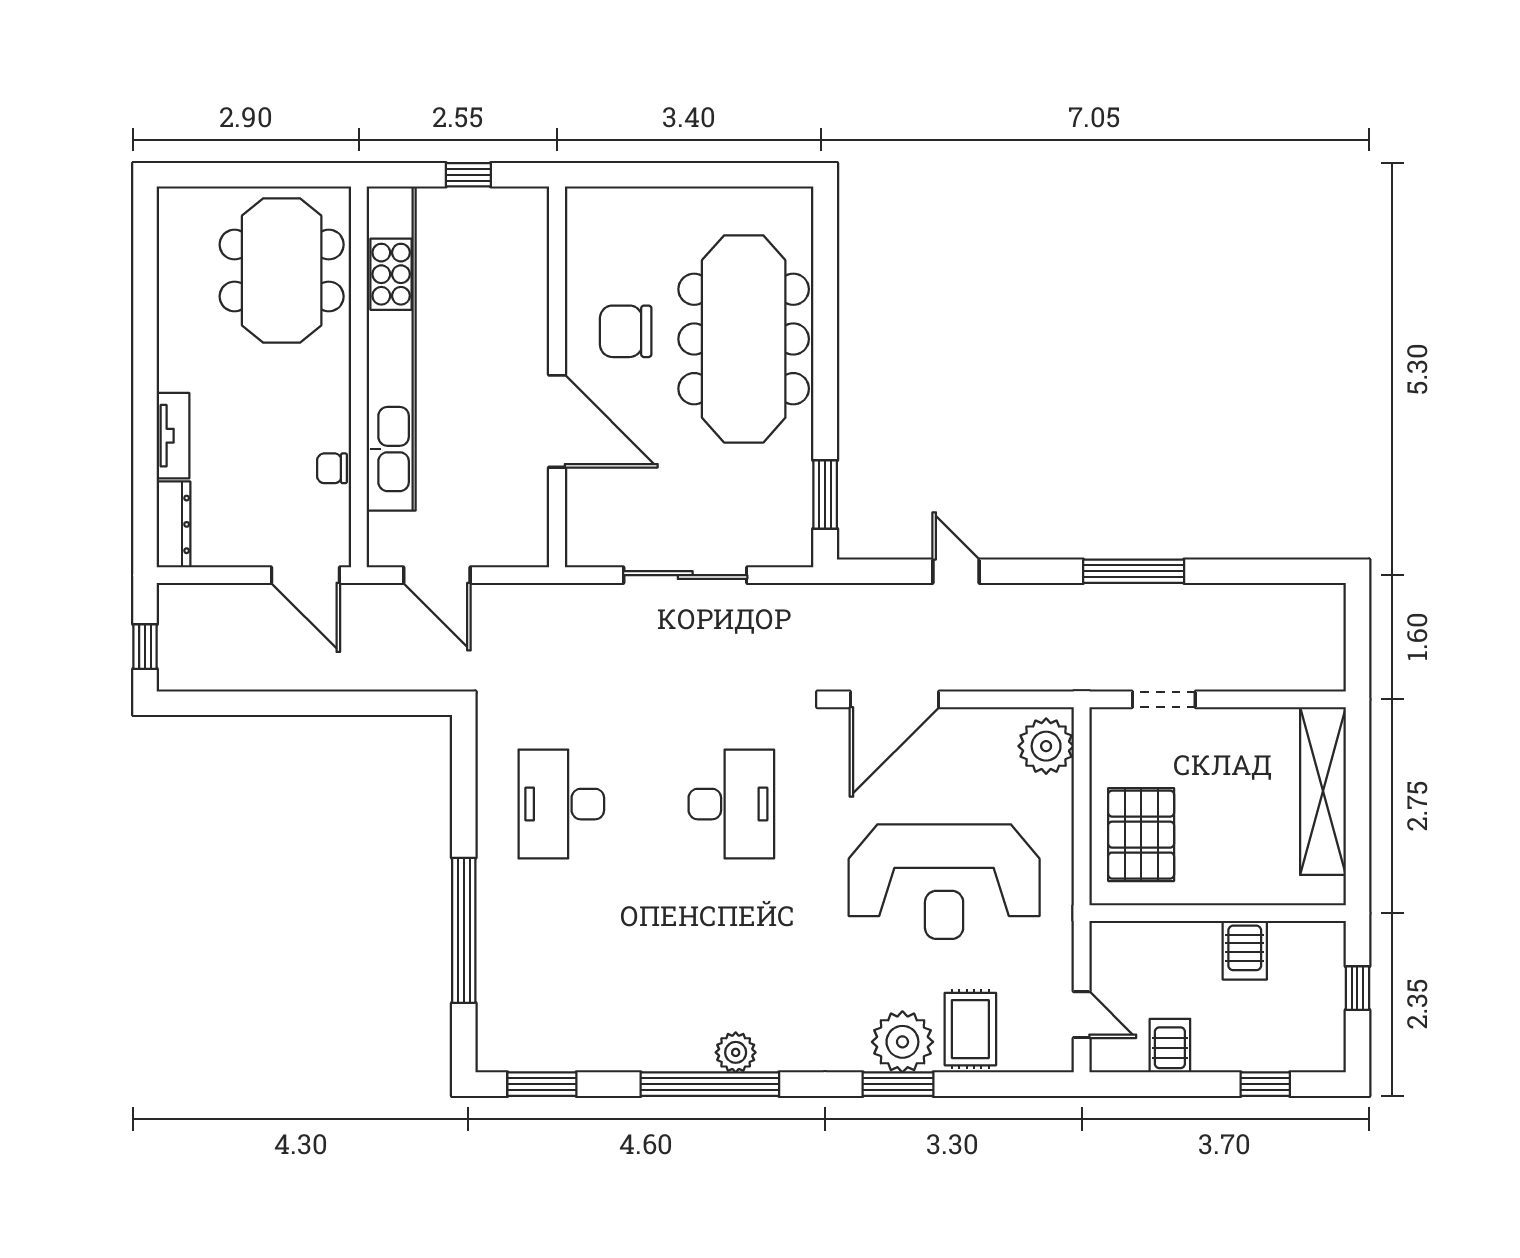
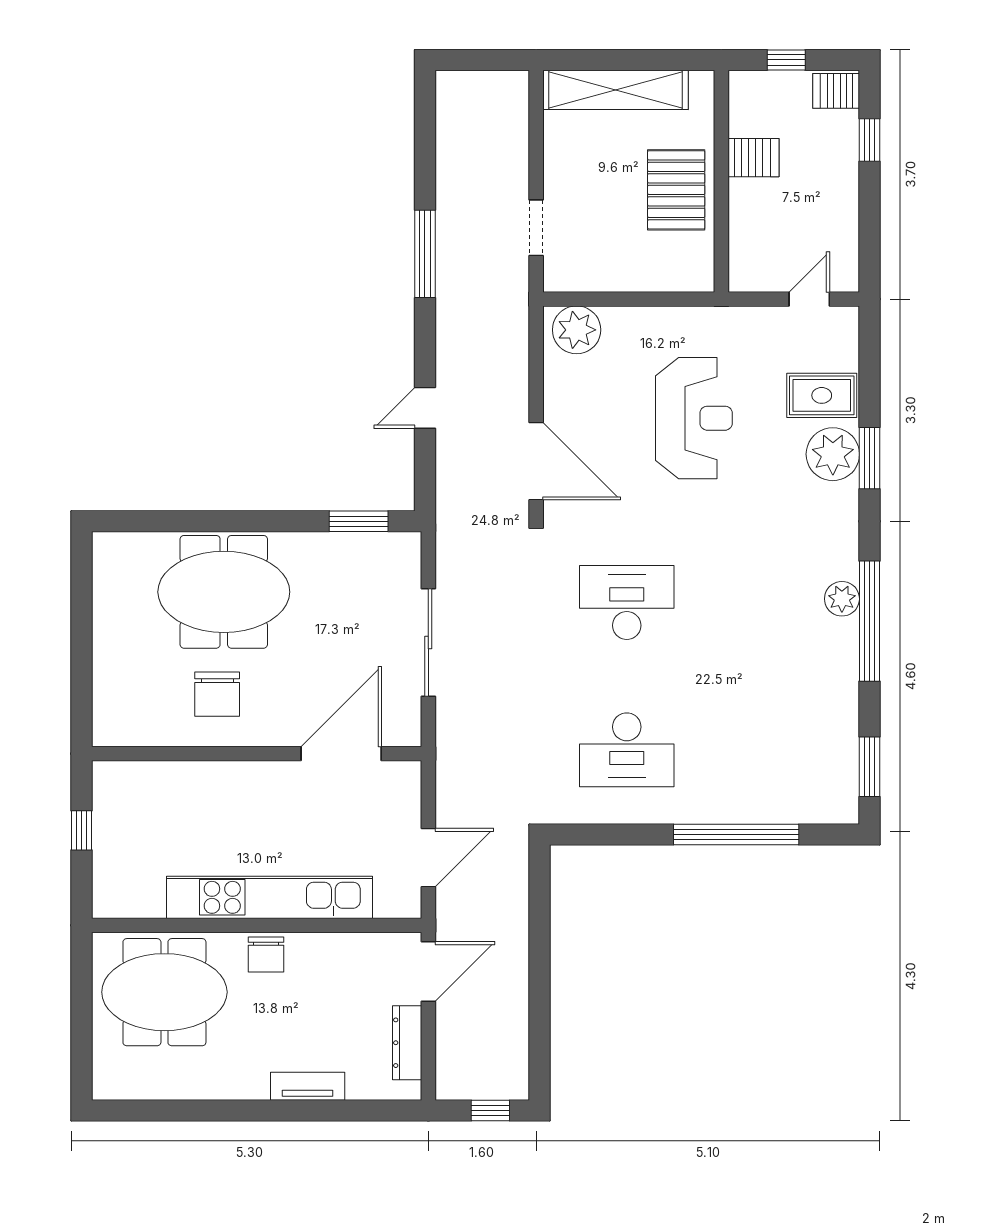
meeting table: (744, 339) -> (224, 592), width x0.73
kitchen unit: (391, 349) -> (270, 897), width x0.73
door: (557, 421) -> (341, 754), moved
chair: (332, 468) -> (266, 954), moved, width x1.37, depth x1.37
dresser: (174, 524) -> (407, 1043), moved, turned -90
pallet: (1141, 835) -> (676, 190), moved, turned 90
reception desk: (944, 882) -> (694, 418), width x0.74, depth x0.77
server rack: (1170, 1046) -> (836, 91), moved

